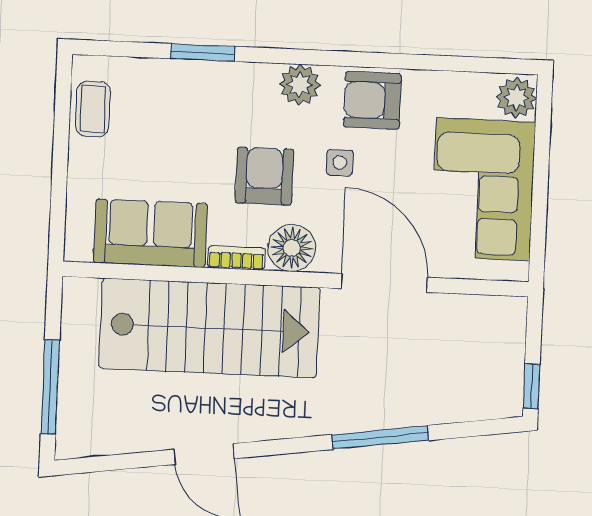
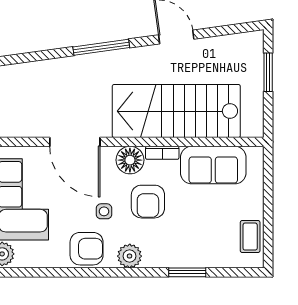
window: (50, 387) -> (268, 72), width x0.69
window: (380, 437) -> (101, 47), moved

